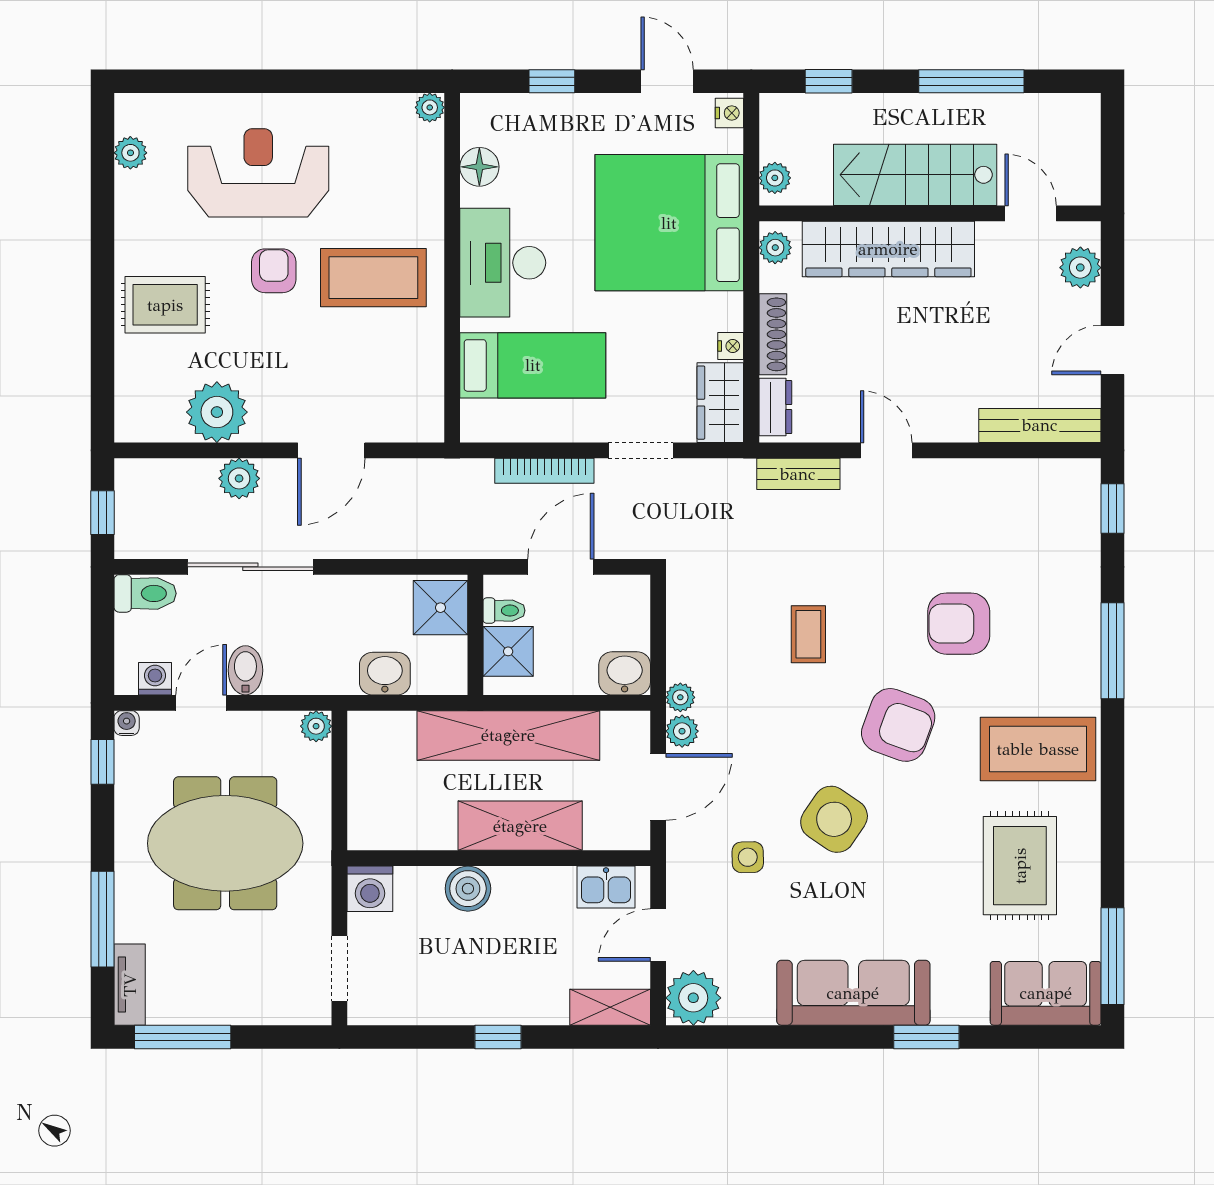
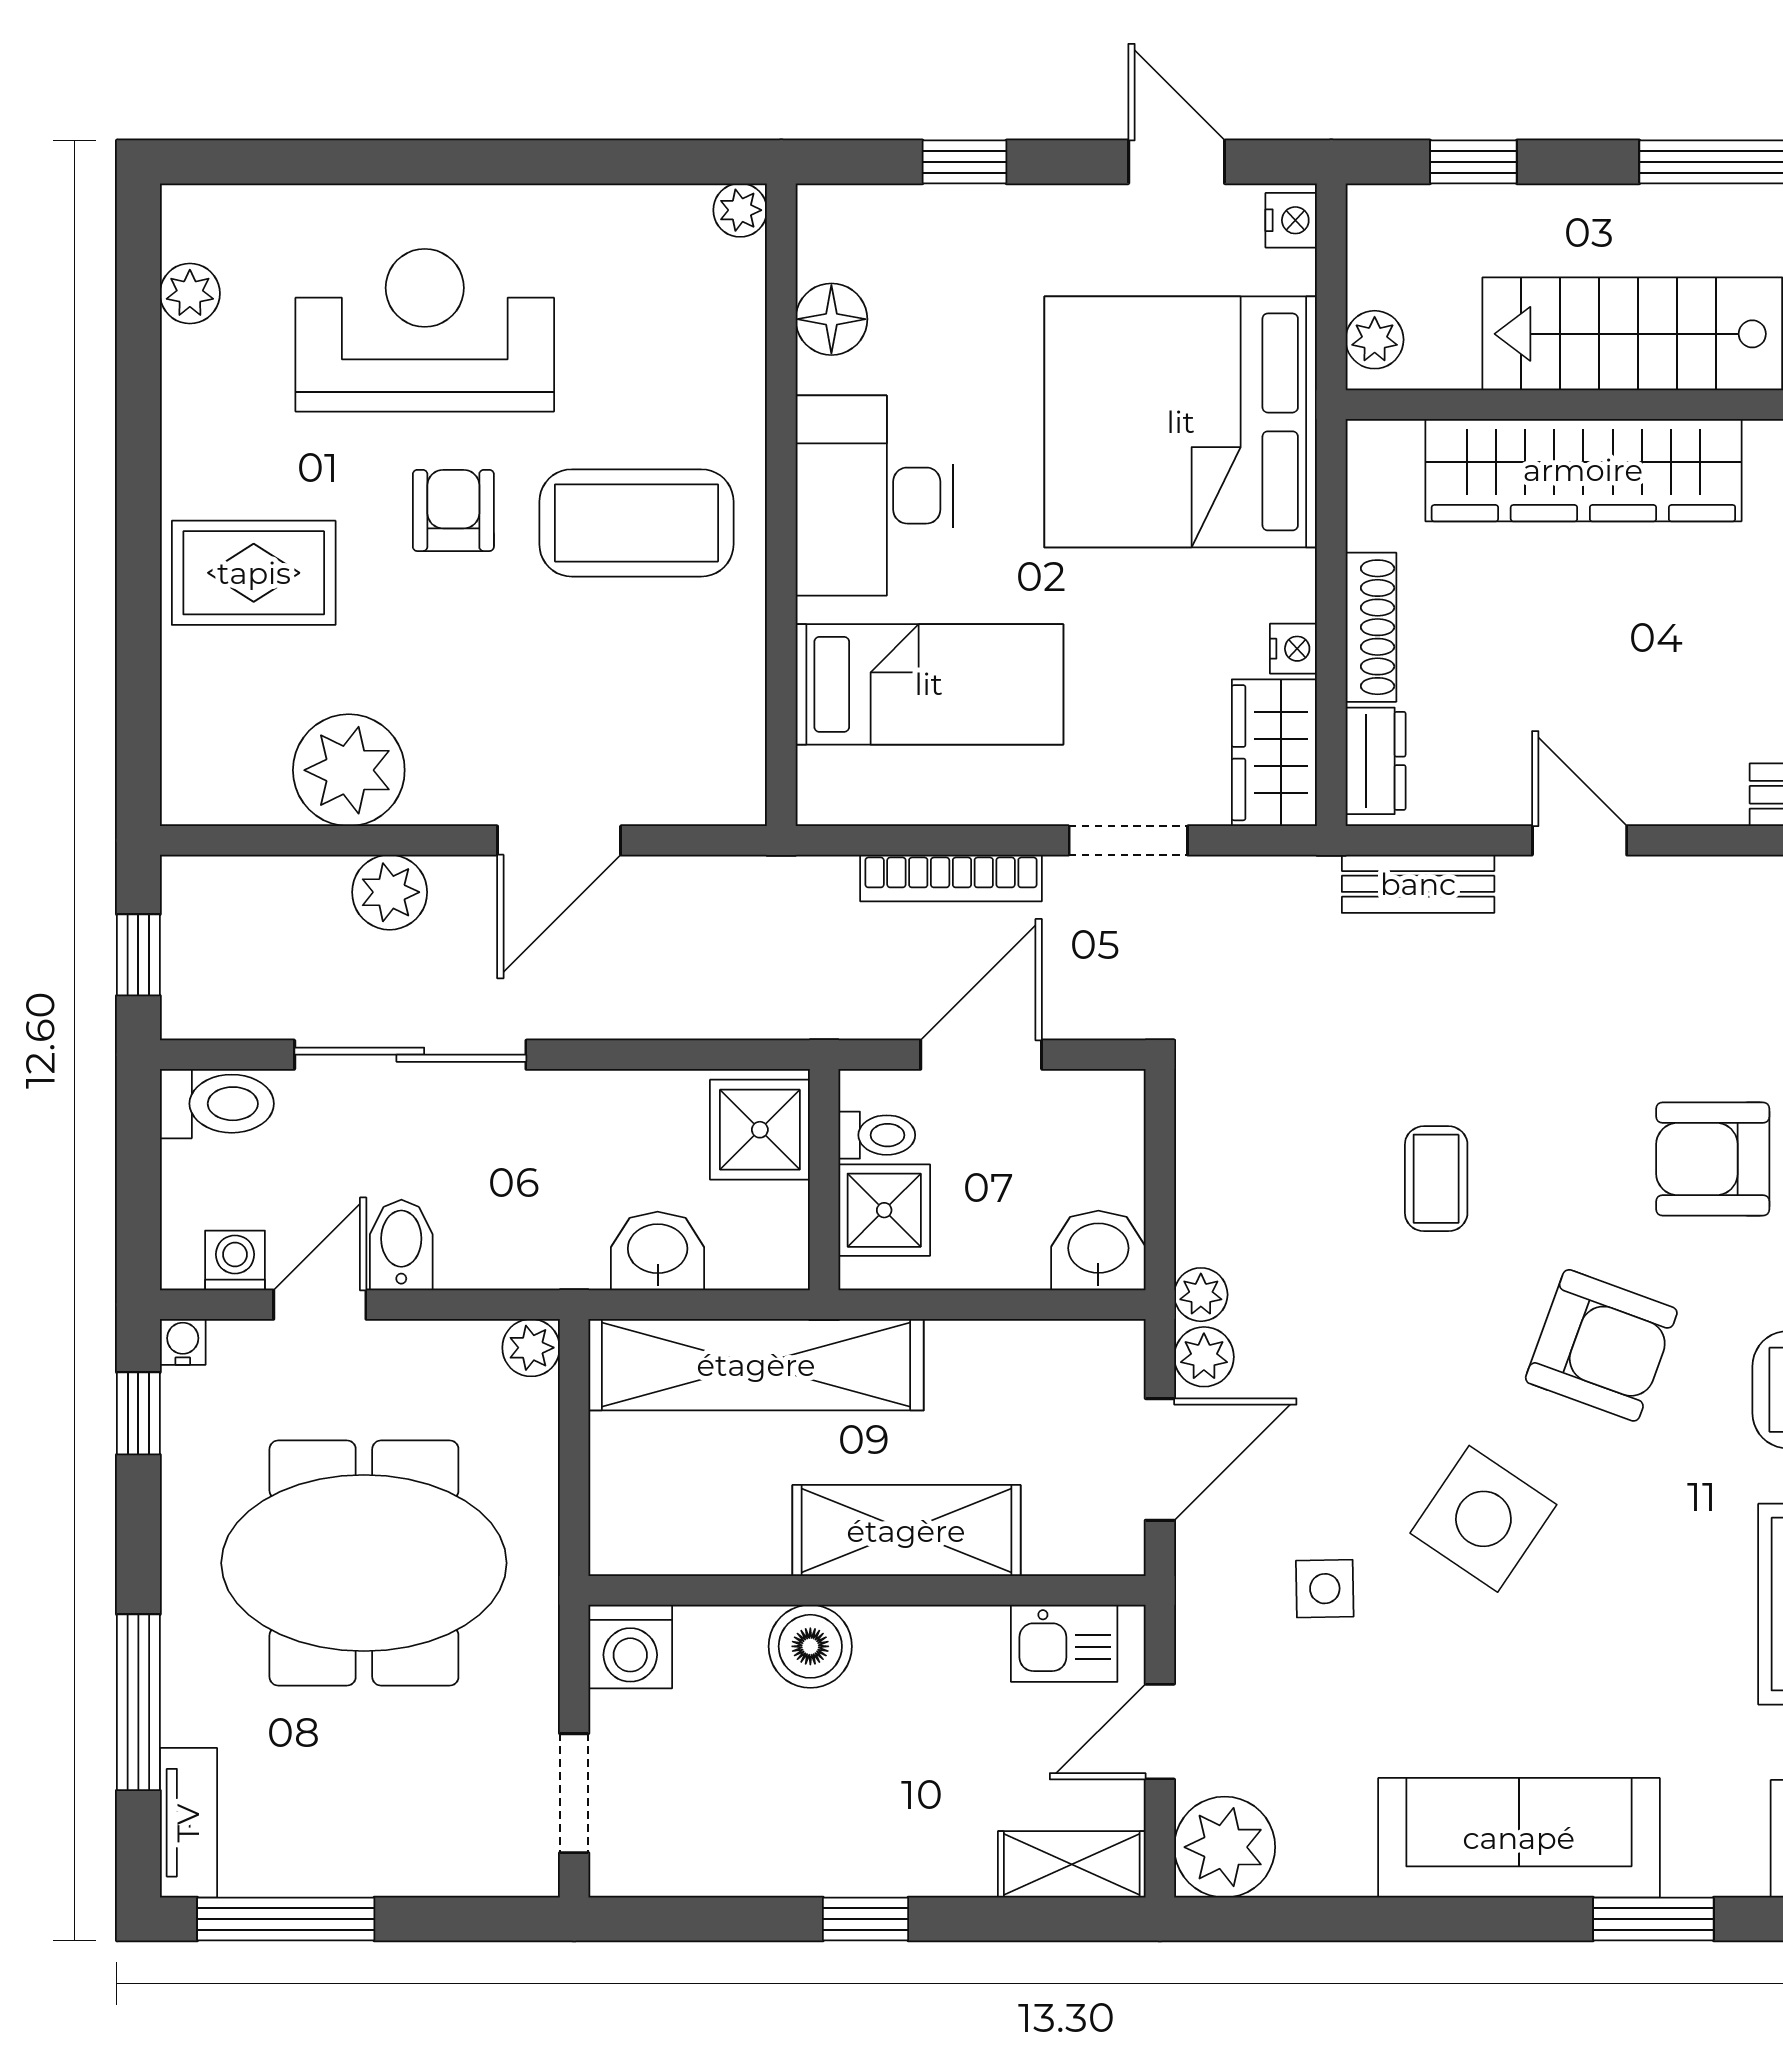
plant: (775, 248) -> (1375, 468), removed
shelving: (508, 735) -> (756, 1365), moved

